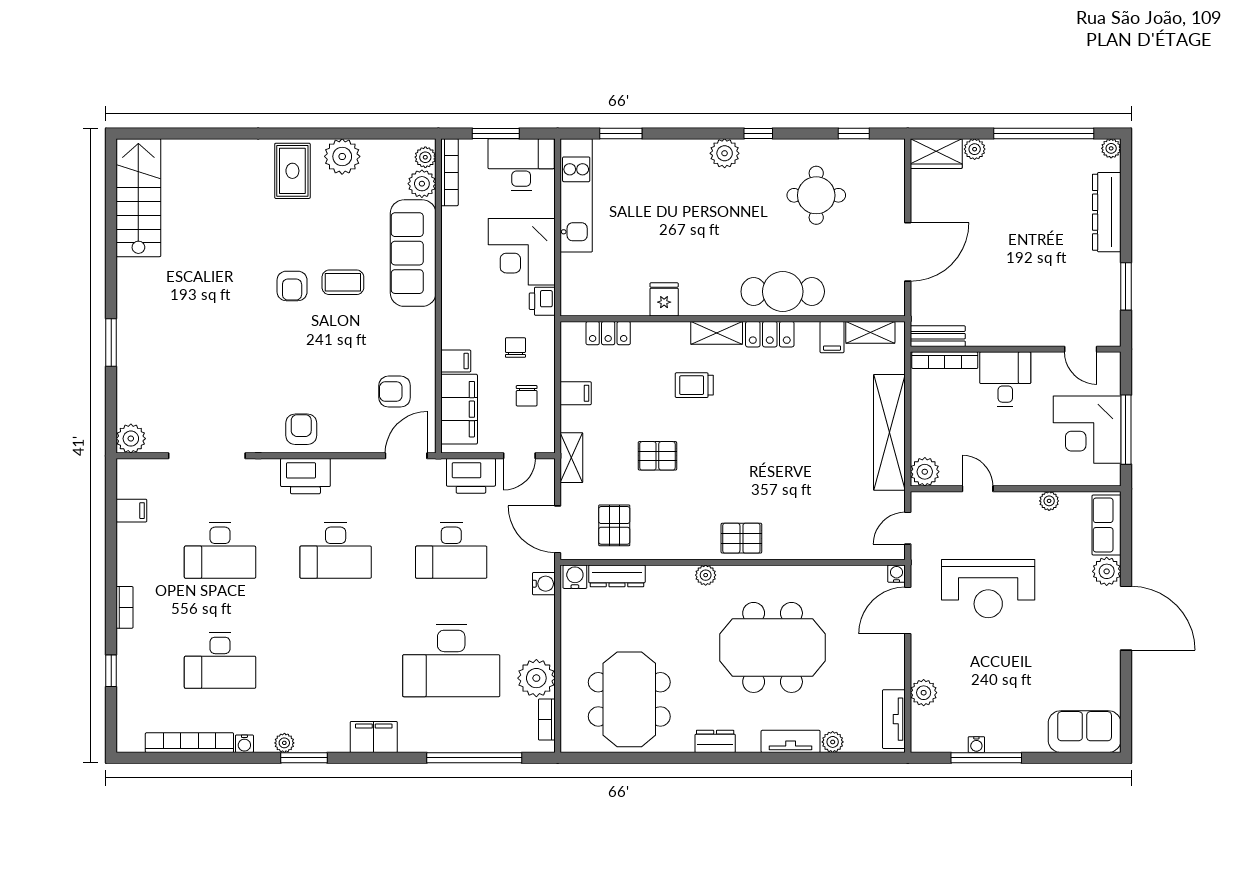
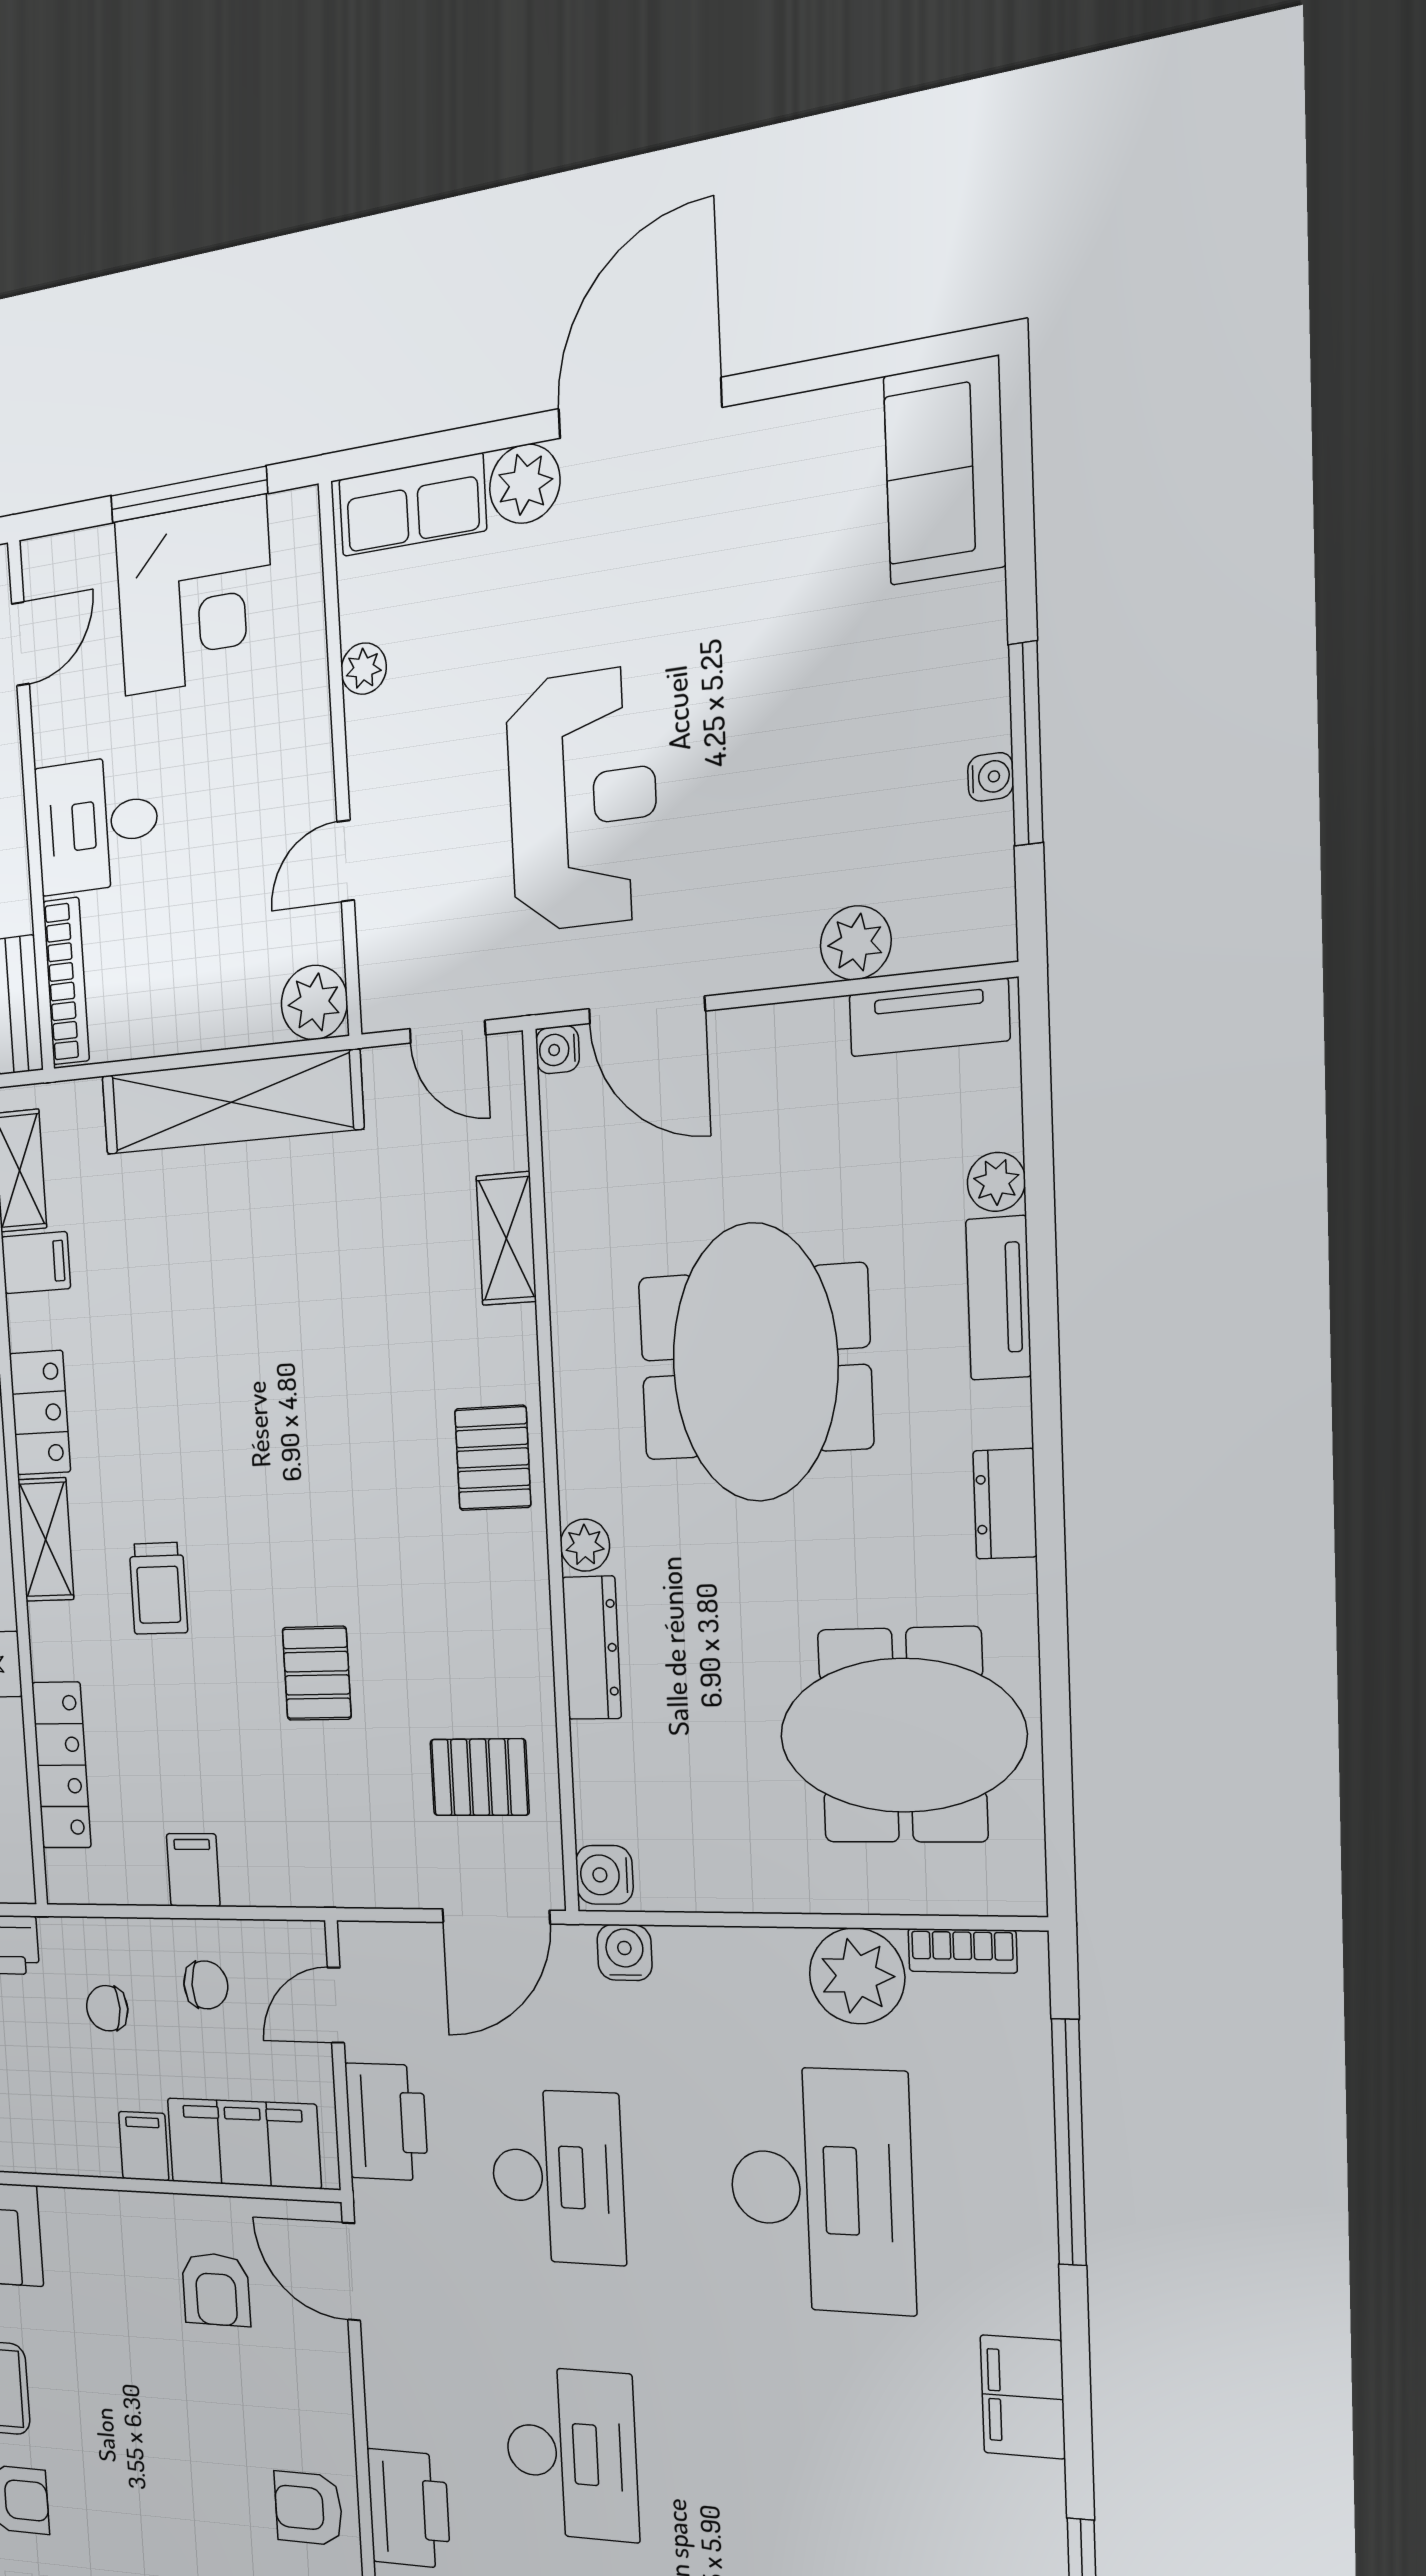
locker: (608, 333) -> (61, 1765), width x1.53
door: (519, 456) -> (336, 2005), swing flipped
shelving: (571, 458) -> (506, 1239), moved, turned 90
dresser: (617, 576) -> (592, 1648), moved

